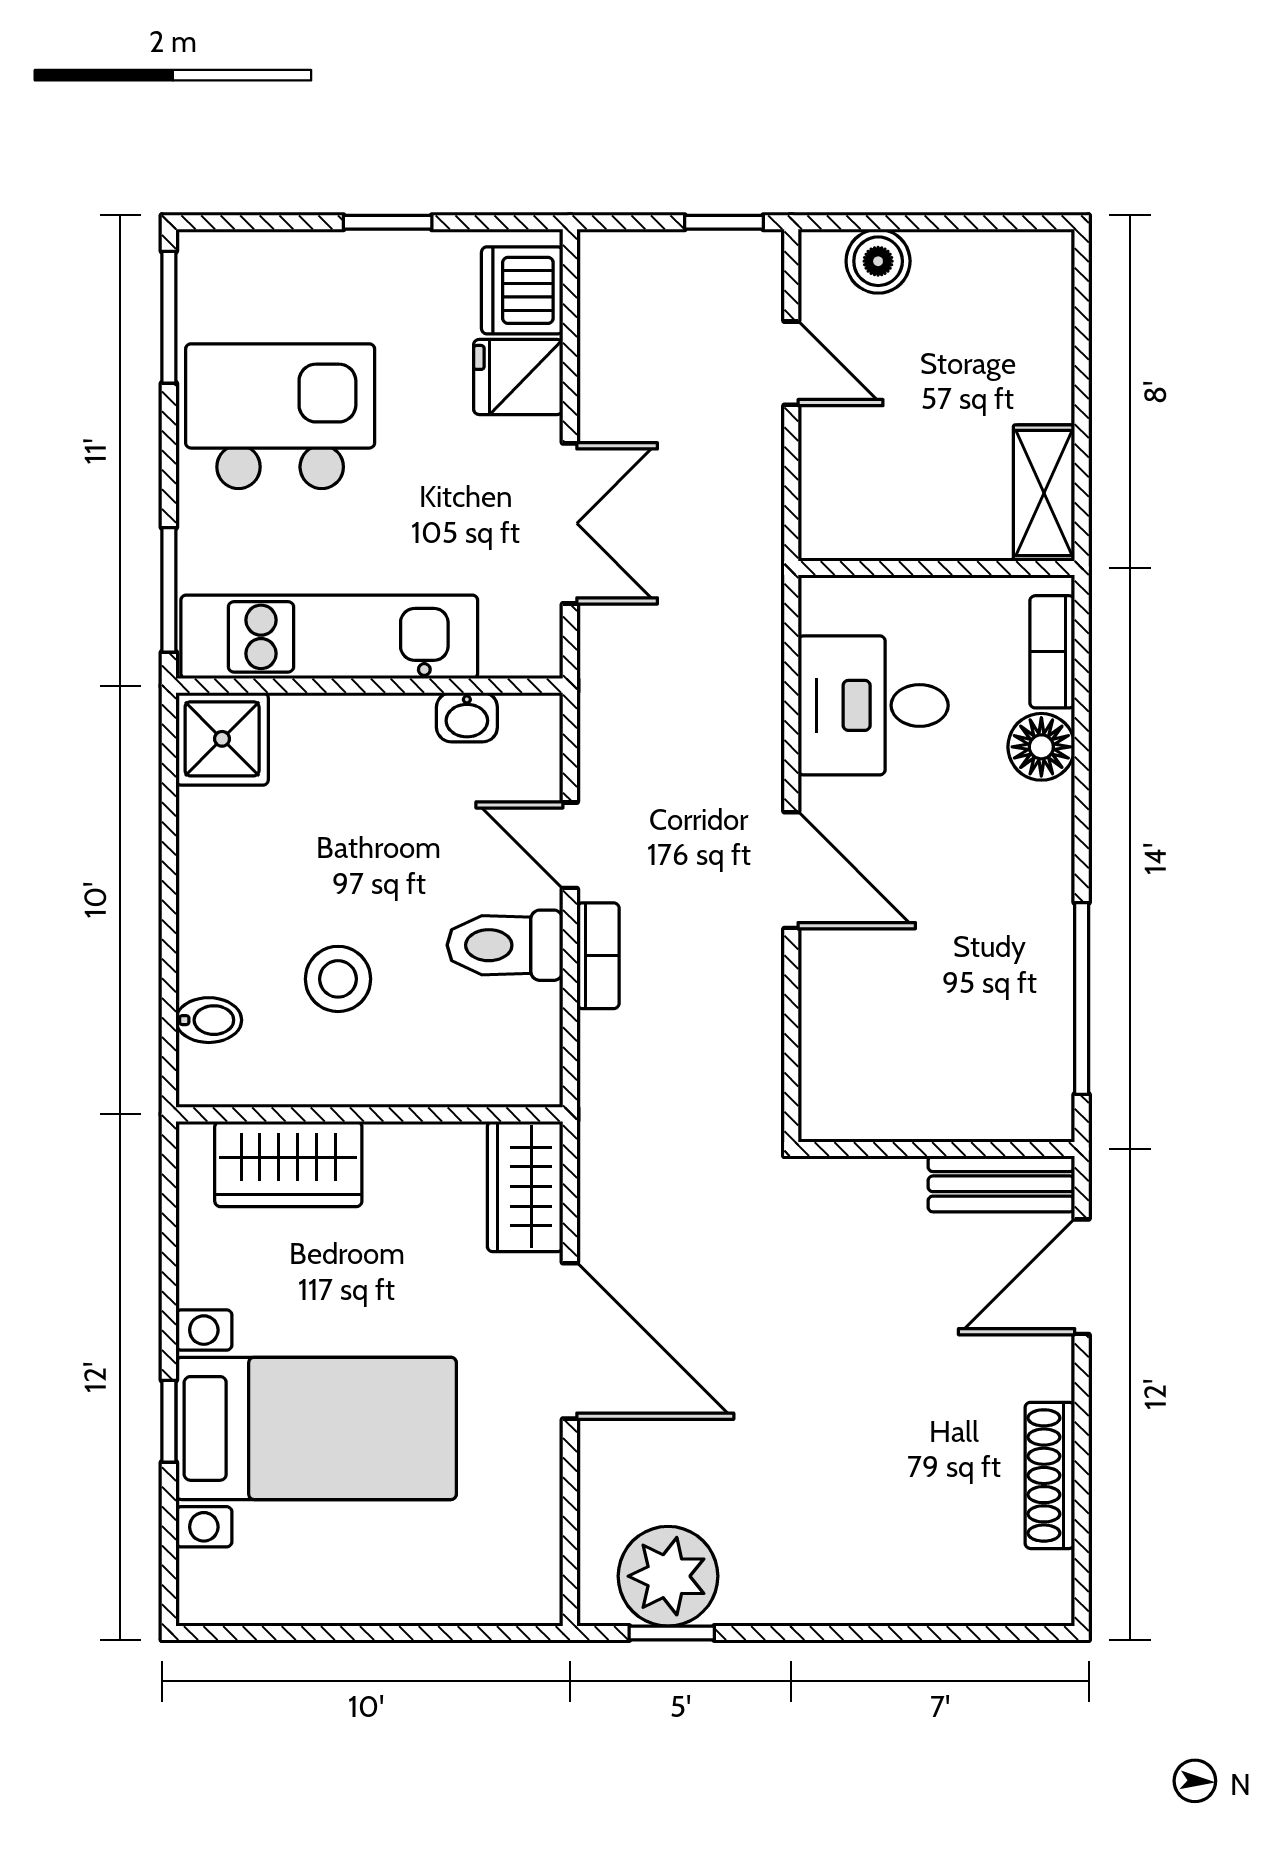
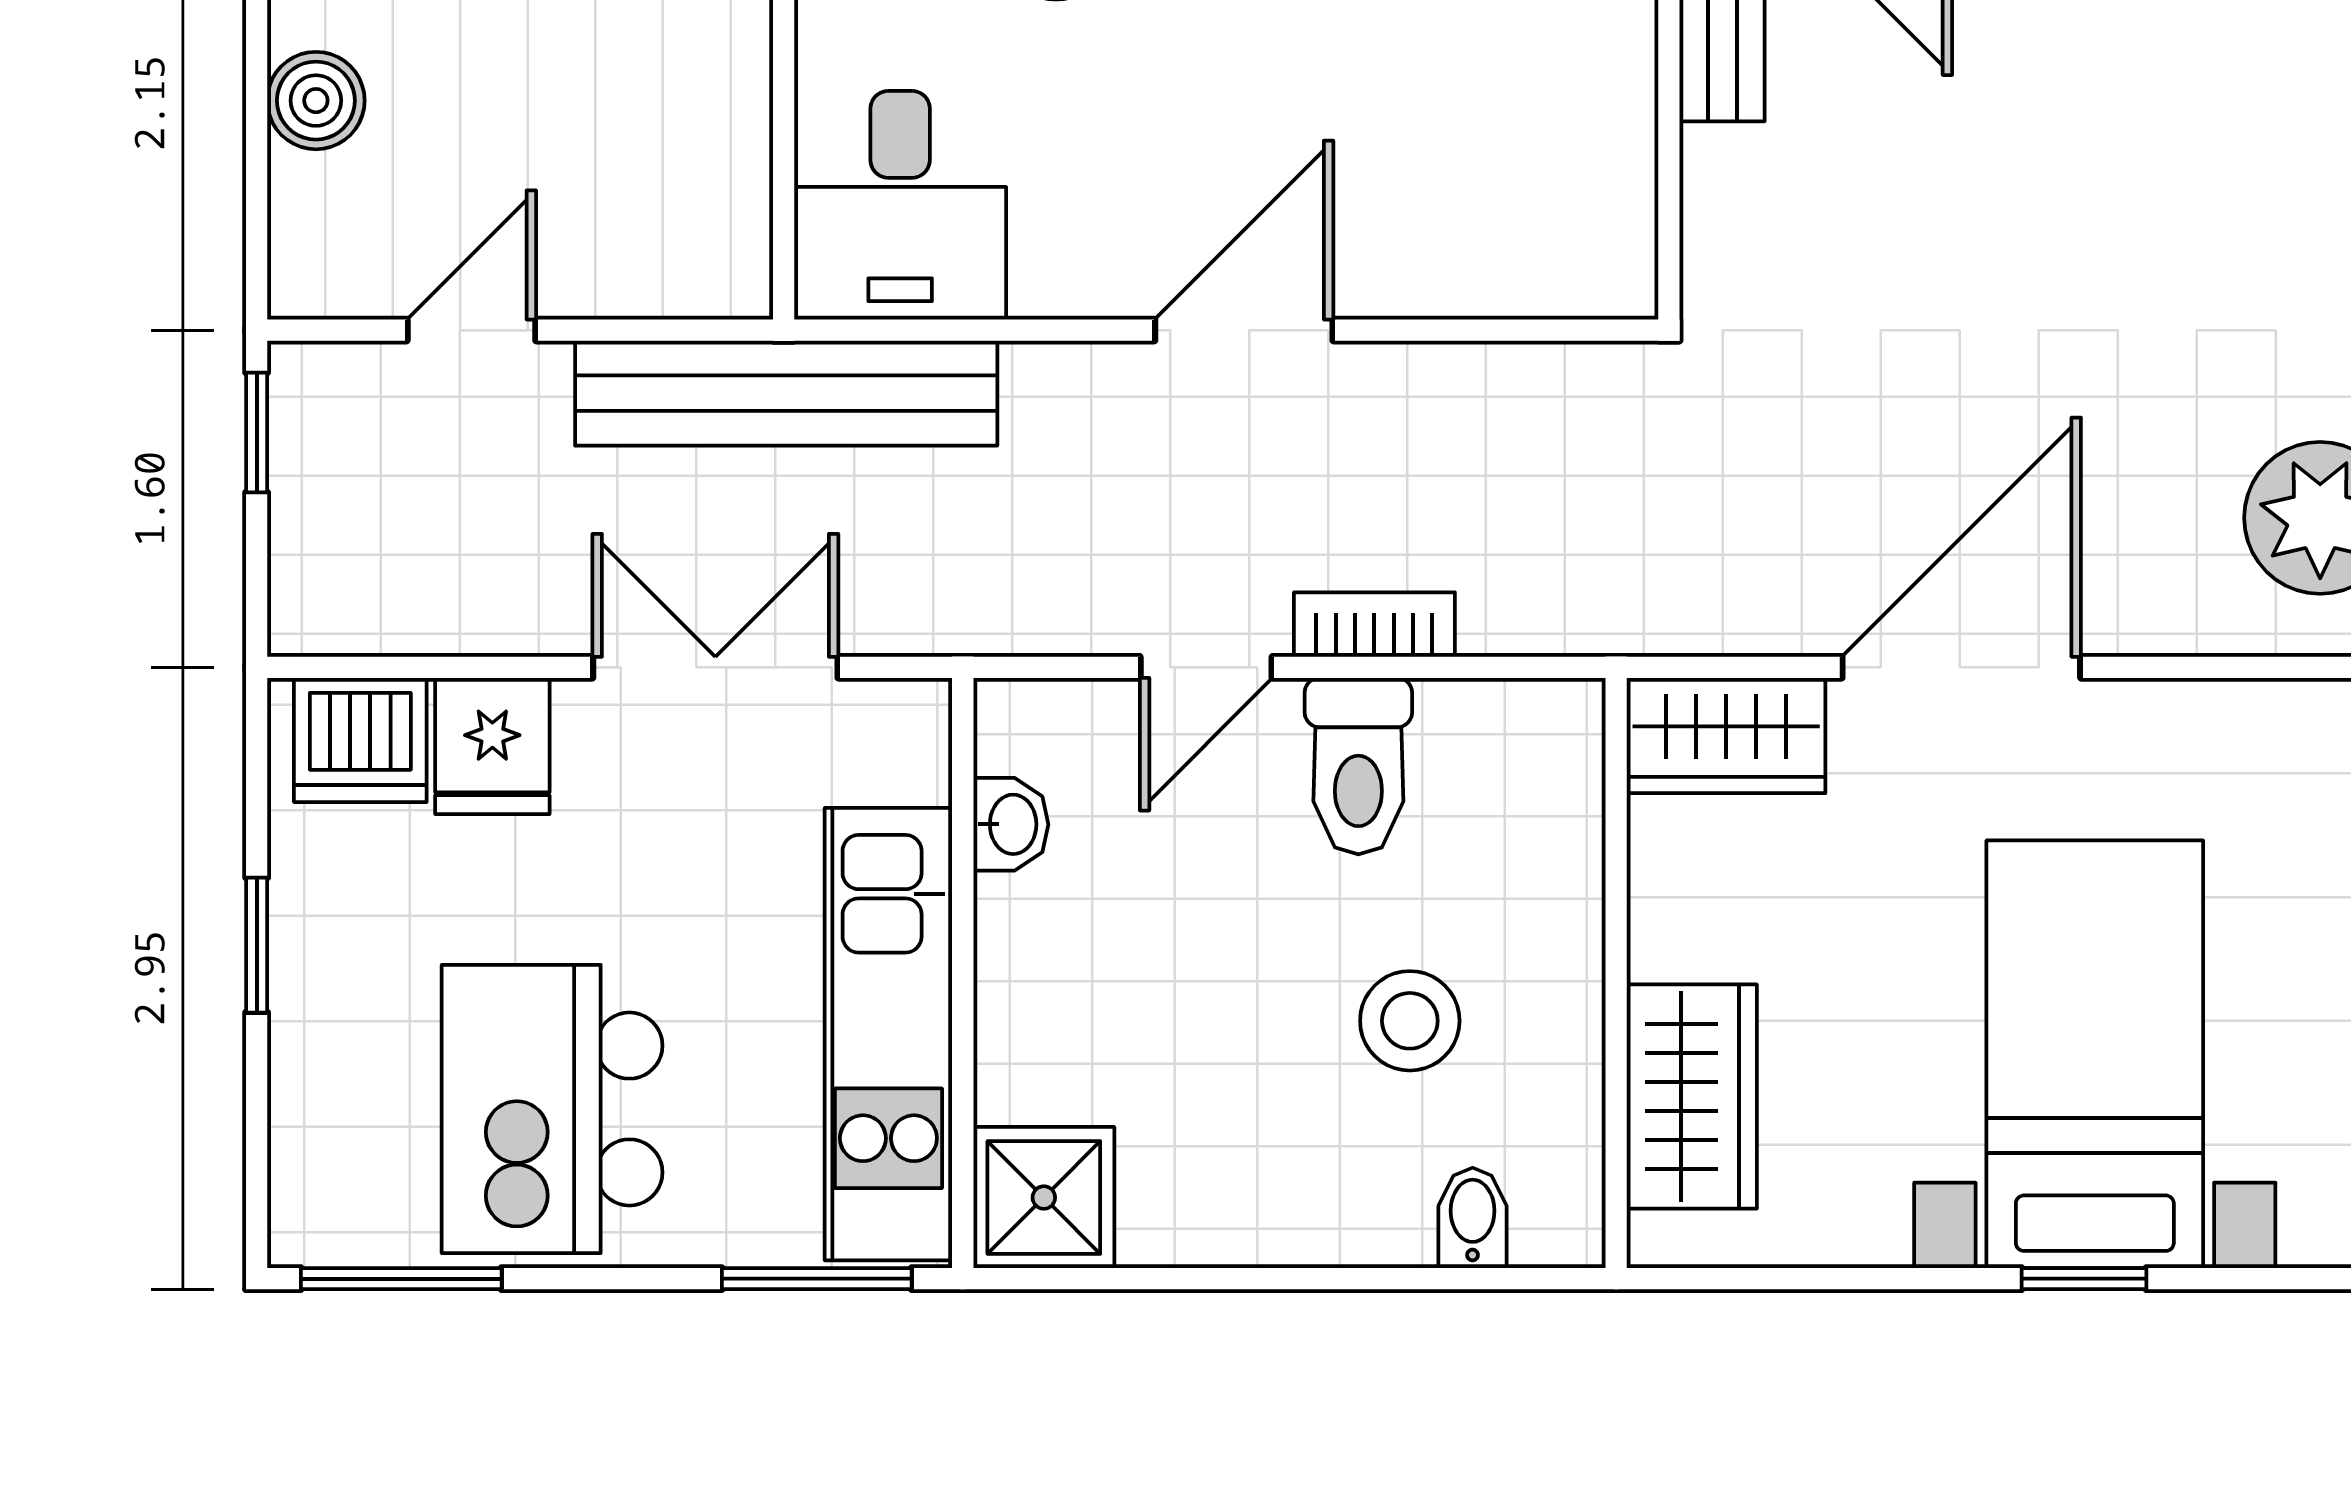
boiler: (878, 261) -> (316, 101), moved
bench: (750, 570) -> (786, 393), added
desk: (873, 705) -> (900, 205), moved

